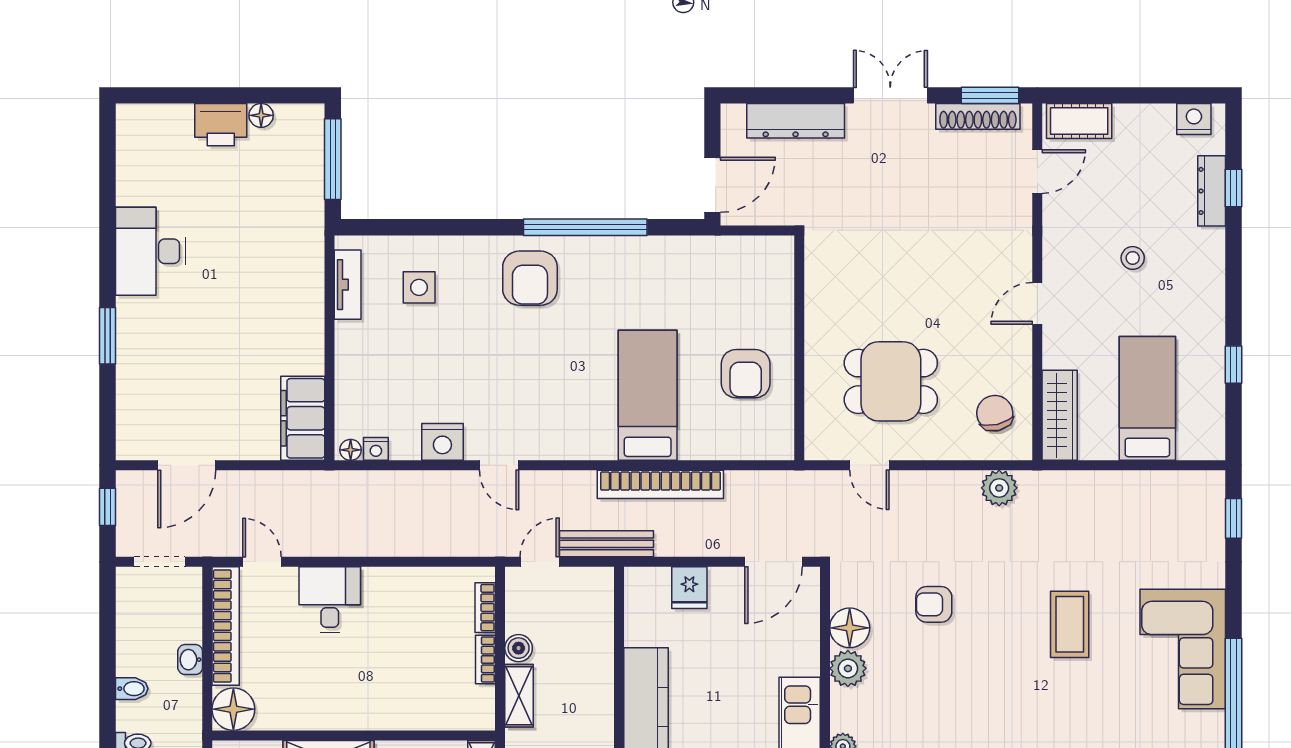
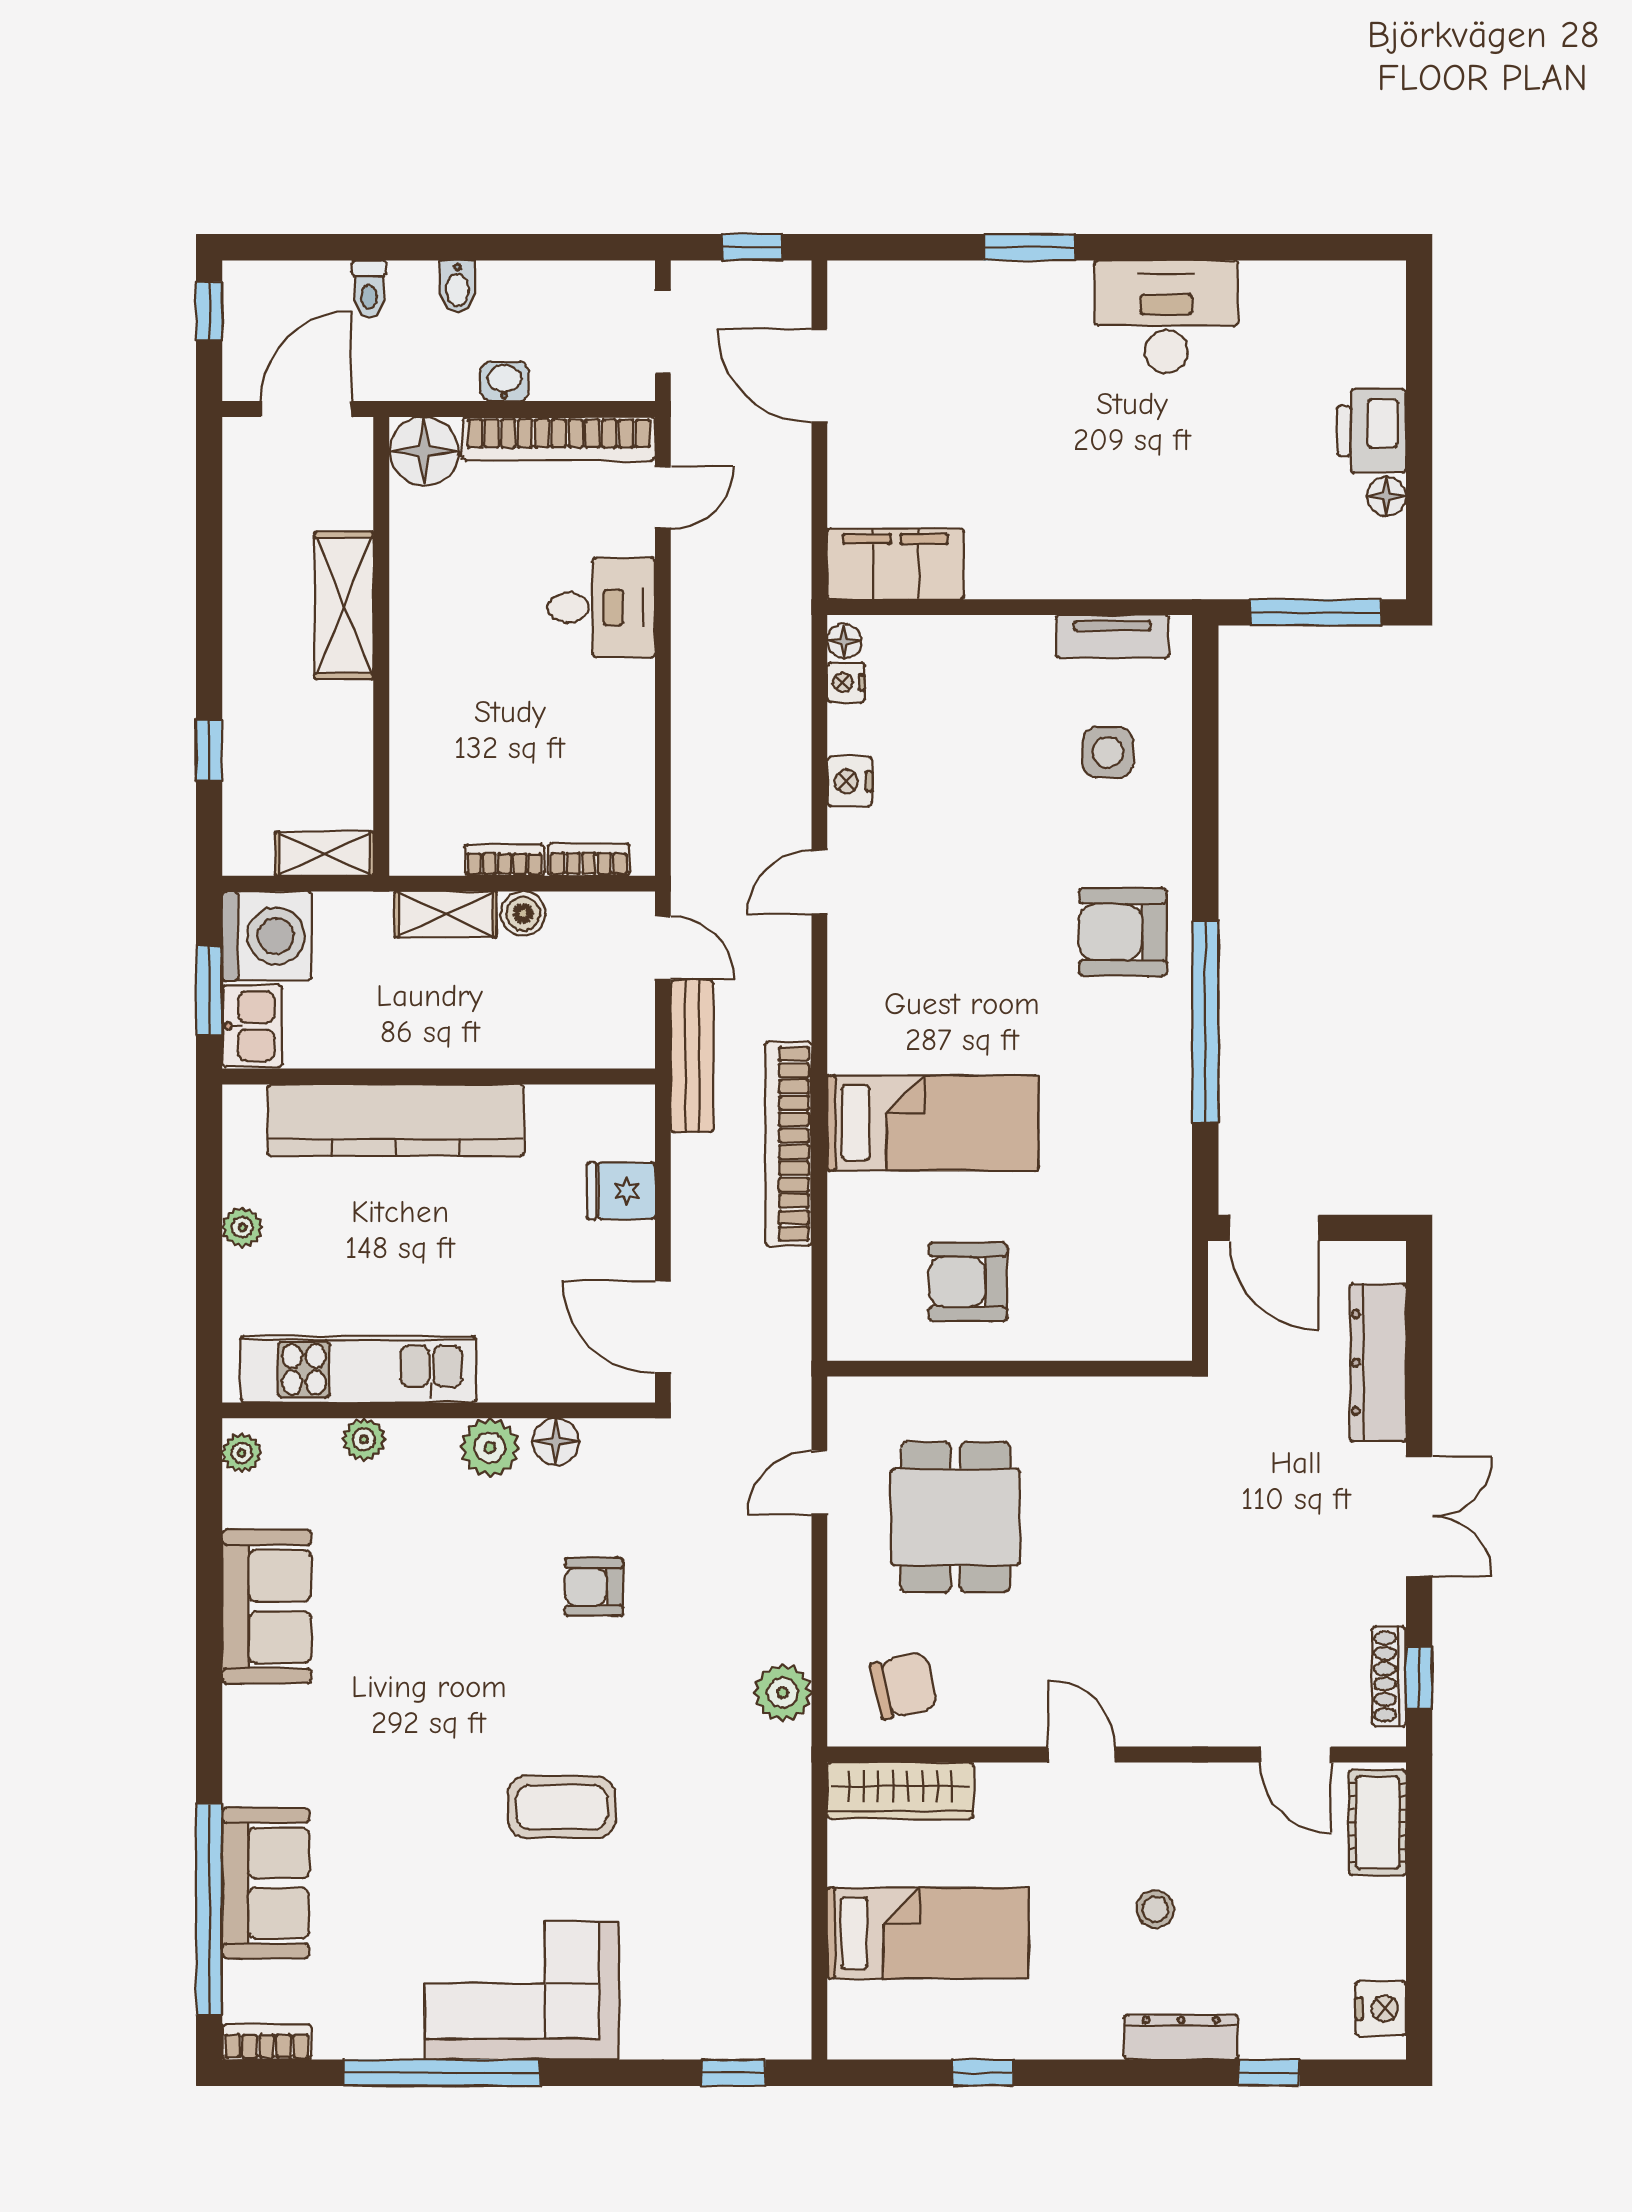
window: (990, 95) -> (1419, 1678), width x0.67
shoe rack: (978, 116) -> (1389, 1676), width x0.74, depth x0.81
dresser: (1212, 191) -> (1181, 2037), moved
nightstand: (442, 442) -> (850, 781), width x0.74, depth x0.75
armchair: (934, 604) -> (594, 1587), turned -90
floor lamp: (850, 628) -> (556, 1442), width x0.73, depth x0.73

